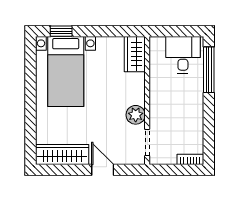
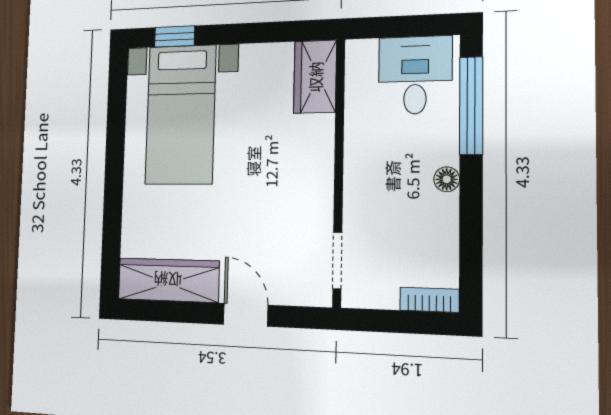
floor lamp: (198, 104) -> (447, 179), added
plant: (136, 115) -> (315, 202), removed

